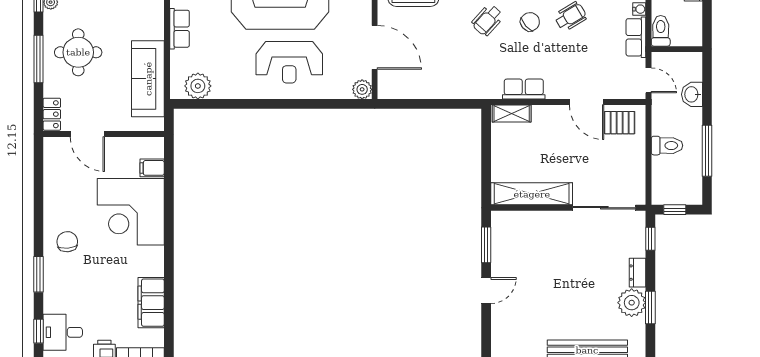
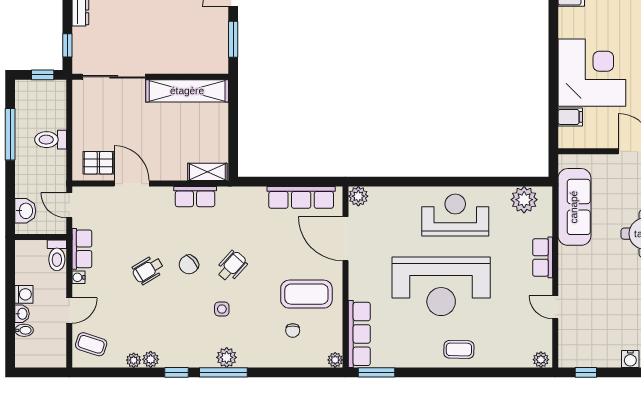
reception desk: (289, 62) -> (455, 215), moved
row of seats: (419, 88) -> (301, 197), added
washbasin: (692, 94) -> (25, 211), moved

